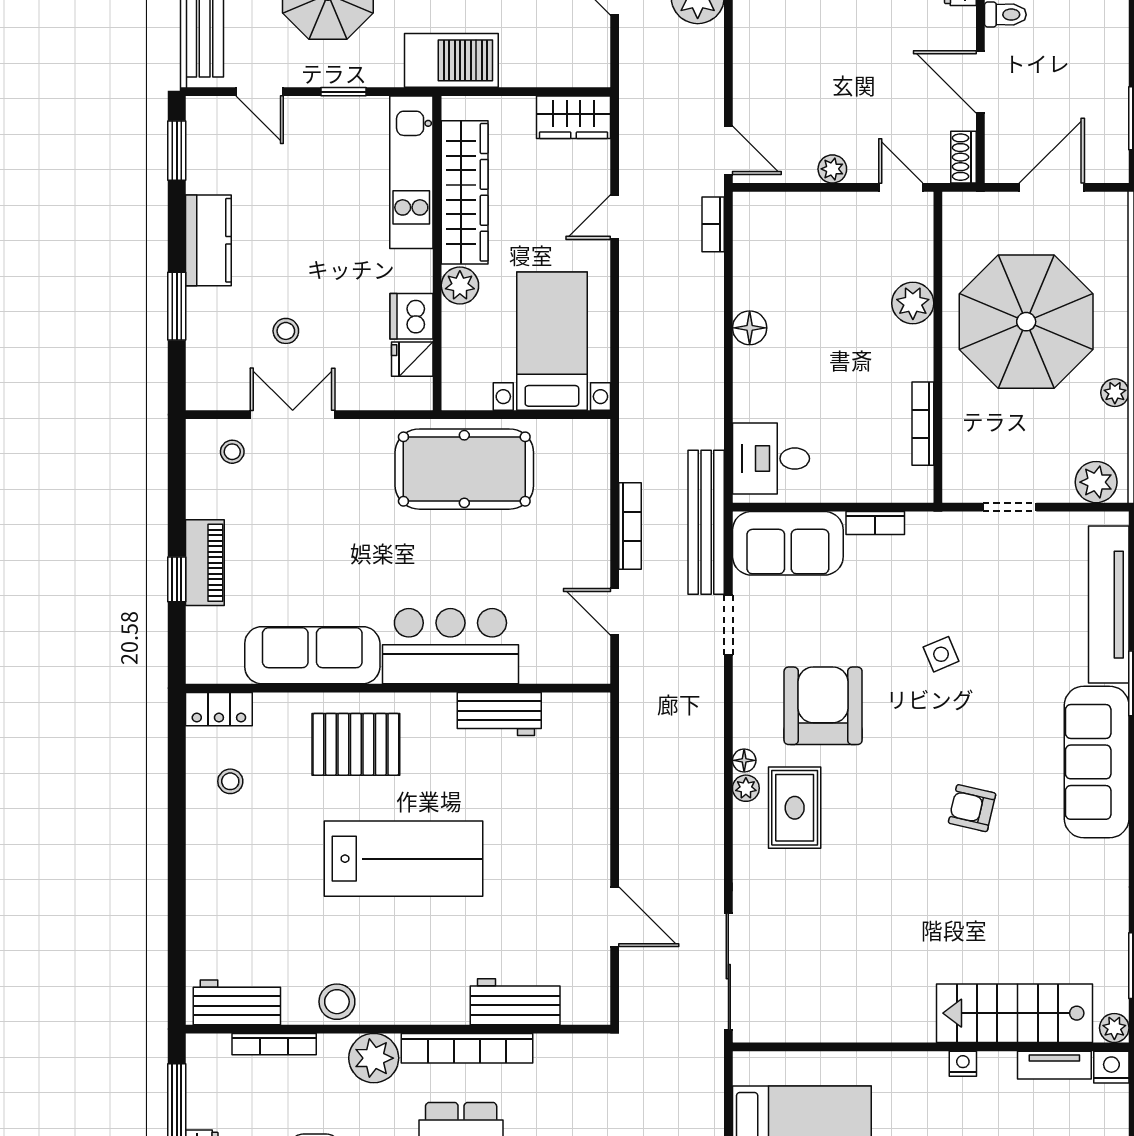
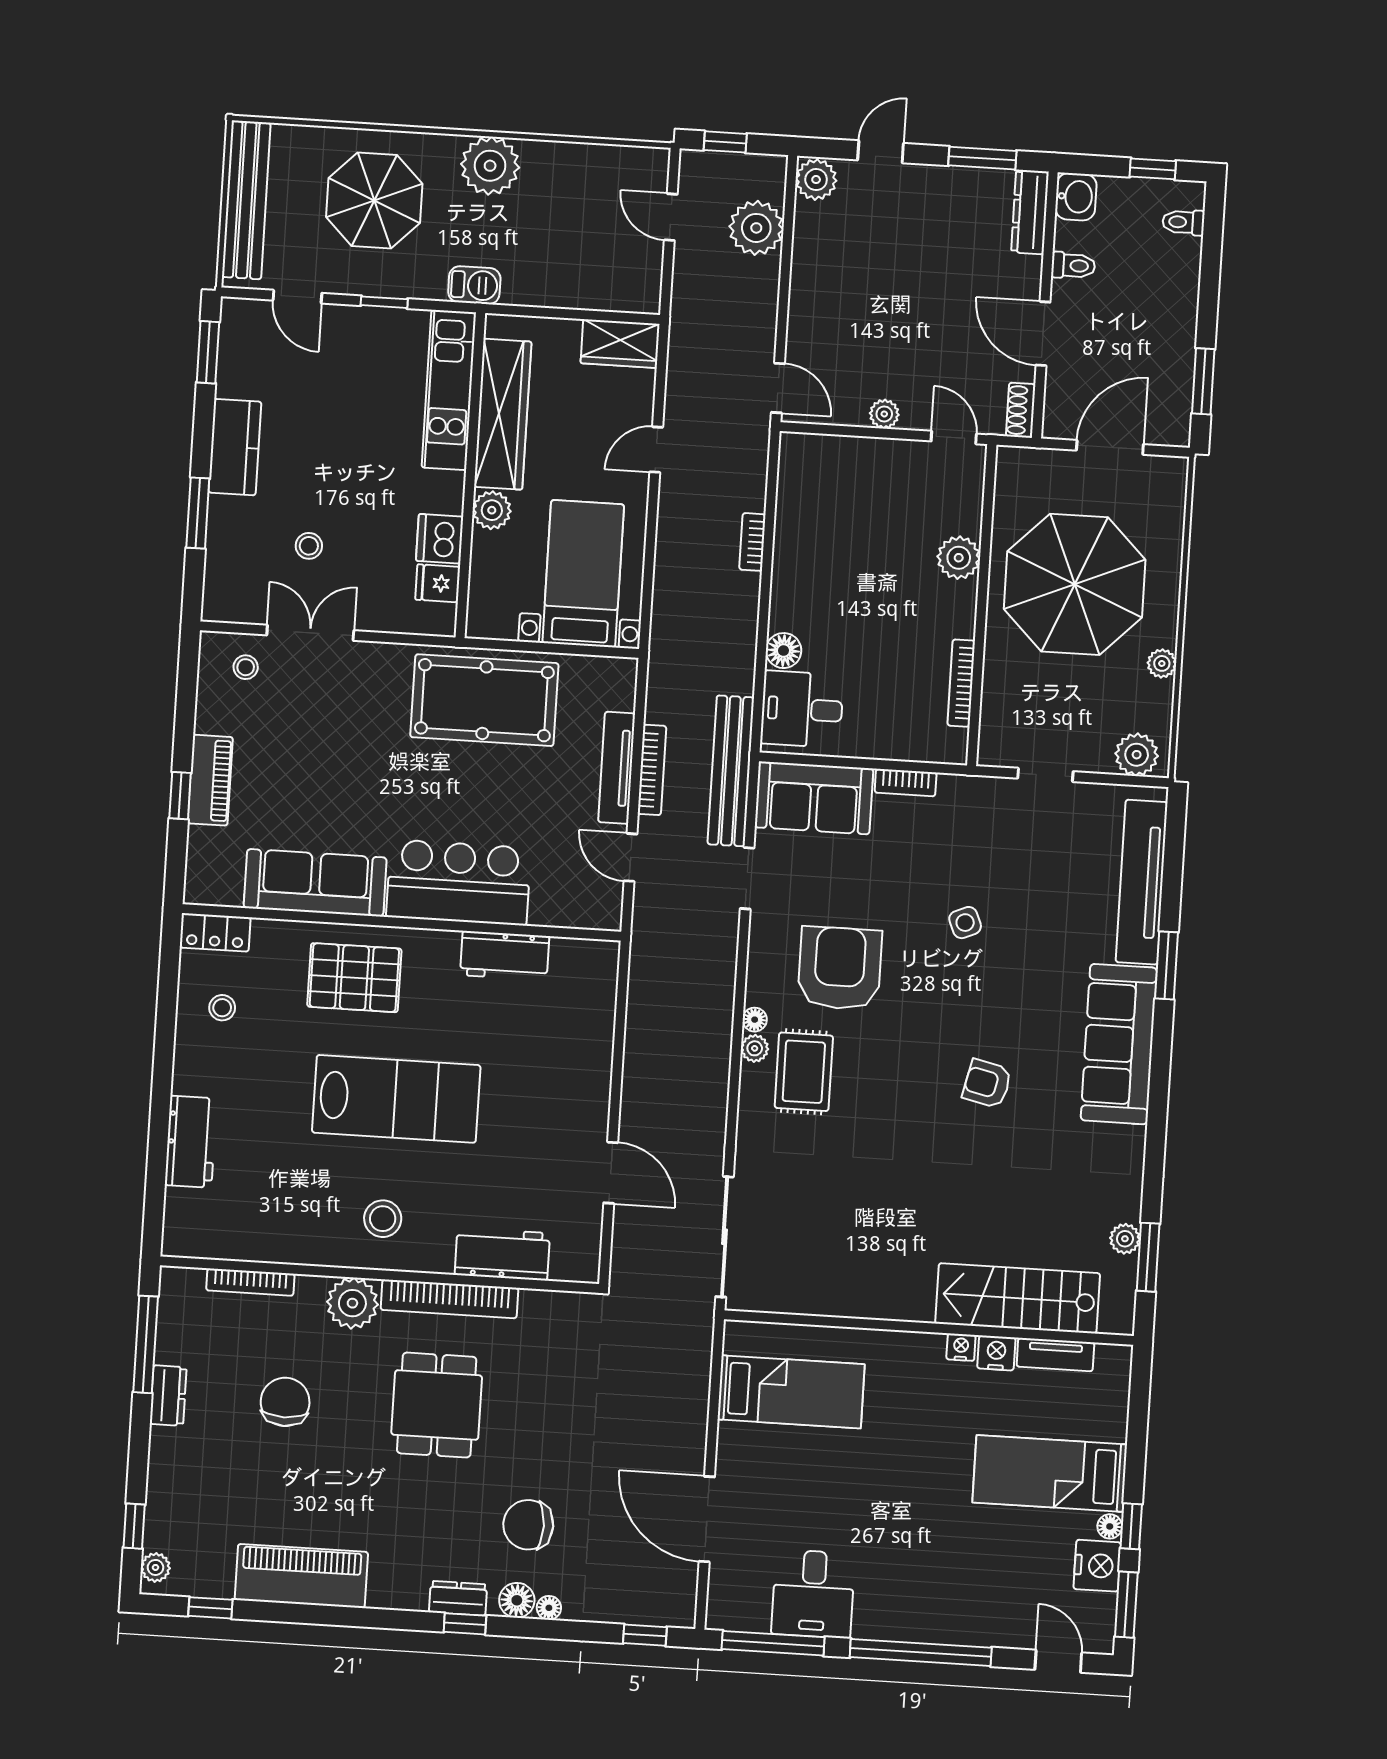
barbecue: (451, 60) -> (474, 285), width x0.53, depth x0.65
bookcase: (713, 224) -> (752, 542), moved
floor lamp: (750, 328) -> (784, 651), moved
tv unit: (596, 526) -> (617, 768), added
workbench: (237, 1002) -> (191, 1142), moved, turned 90
stool: (337, 1002) -> (383, 1219), moved
plant: (1114, 1028) -> (1125, 1239), moved
nightstand: (1111, 1067) -> (996, 1353), moved

